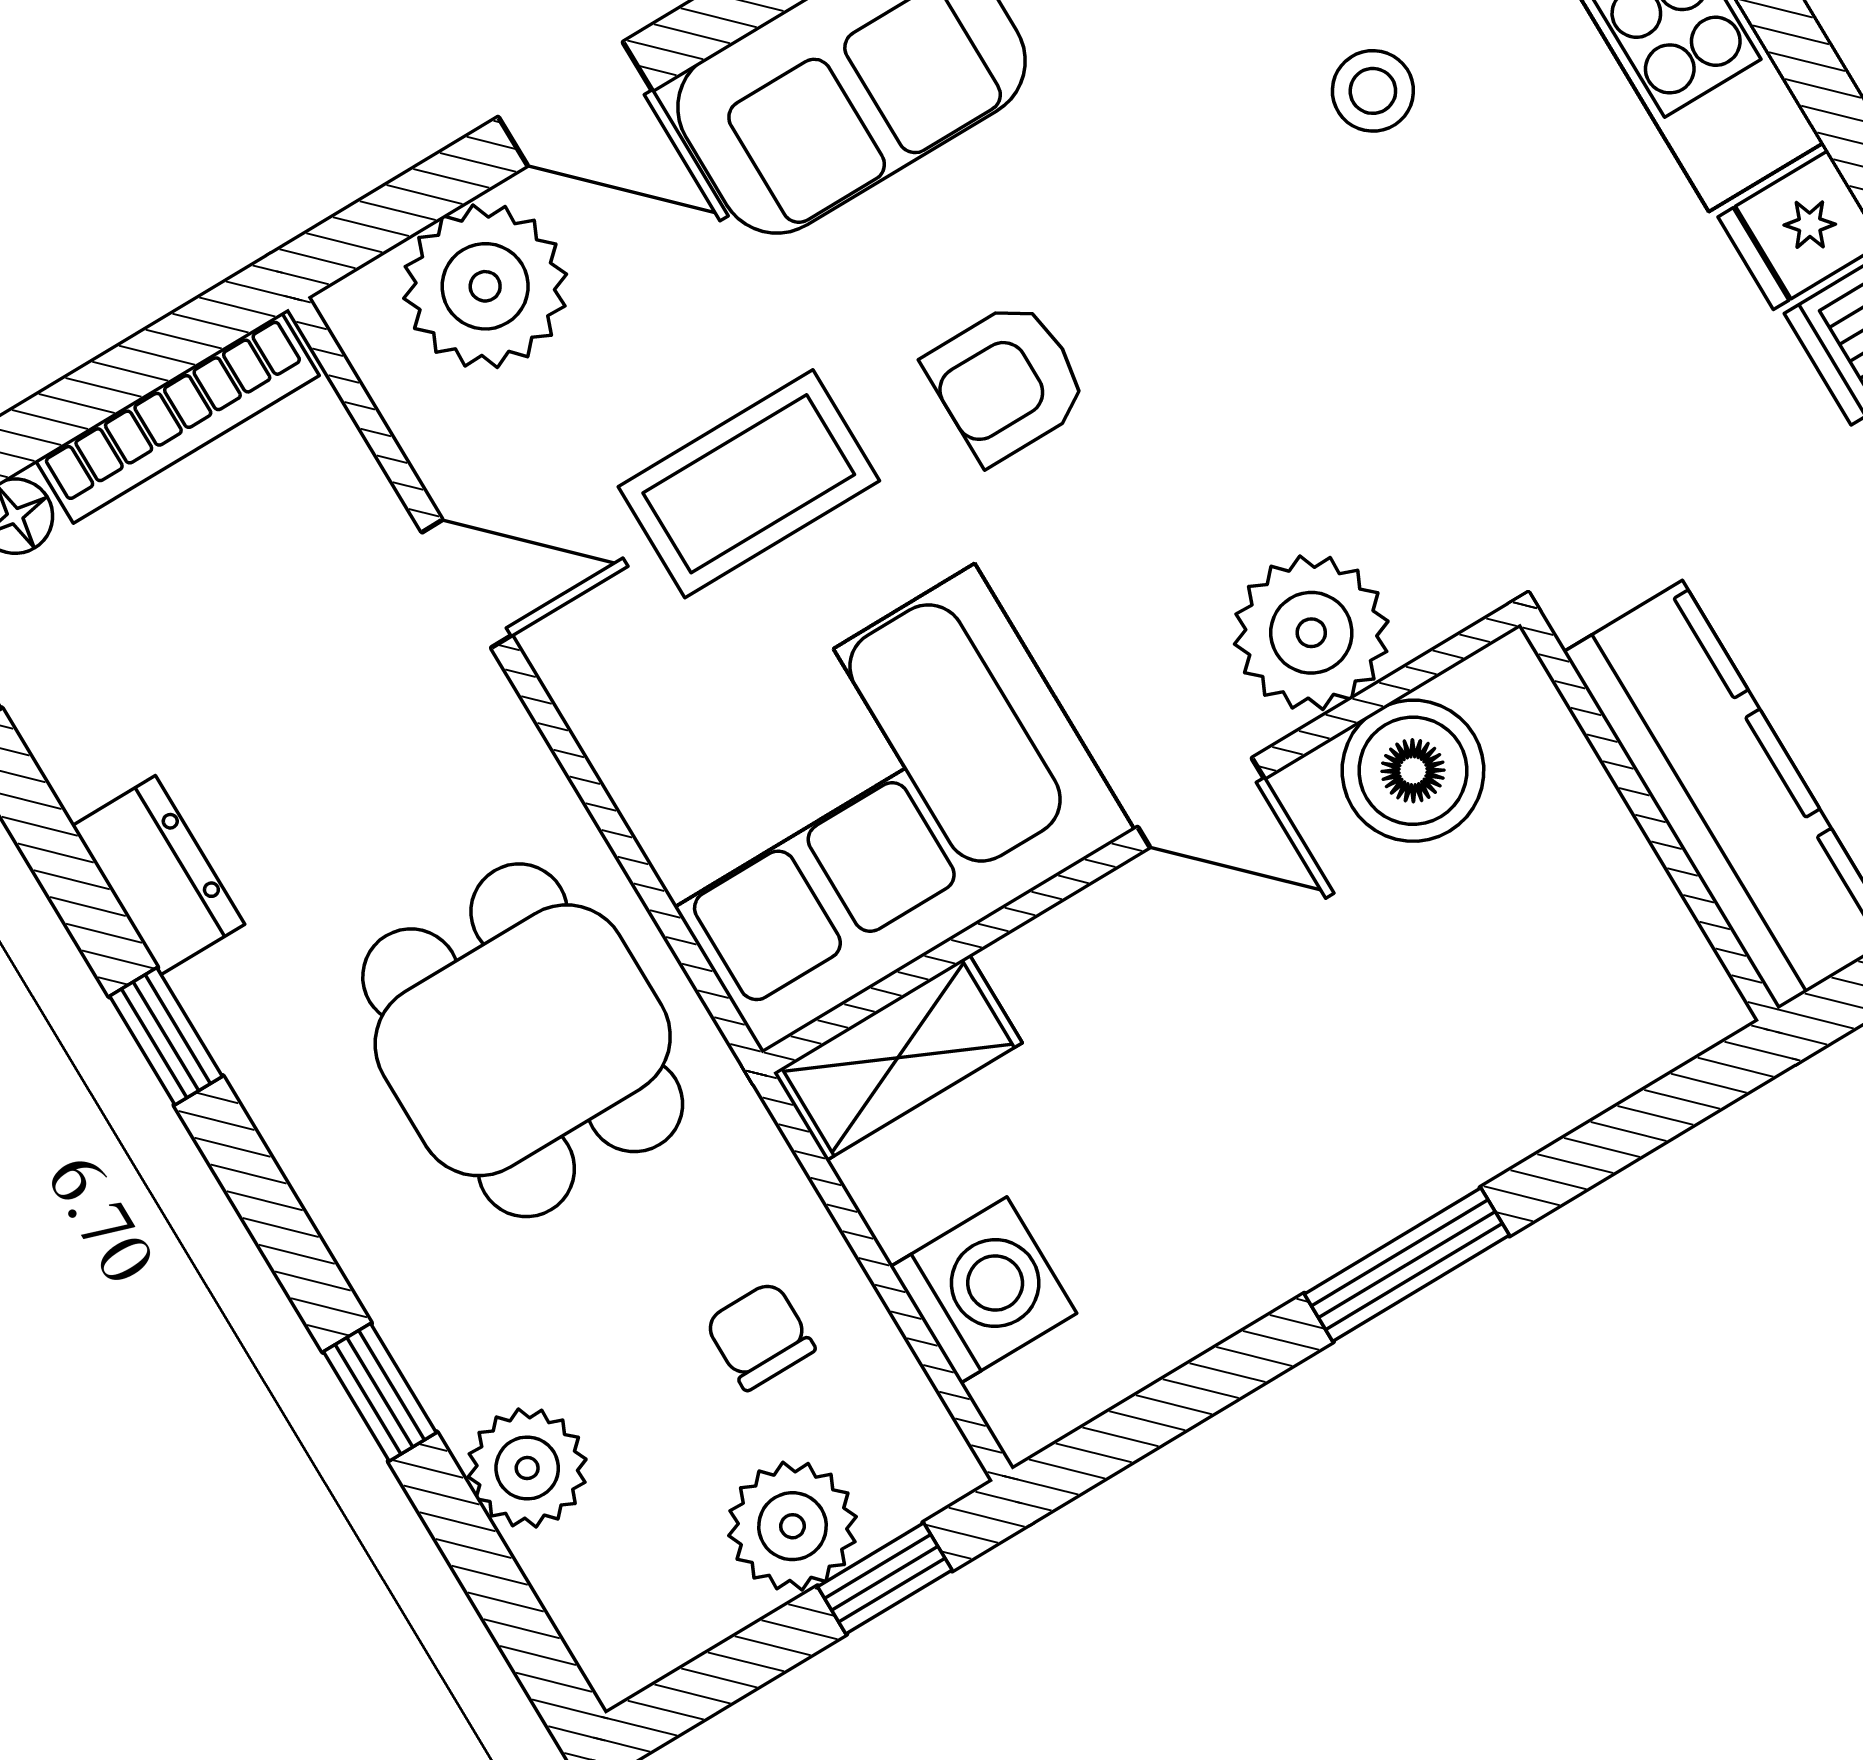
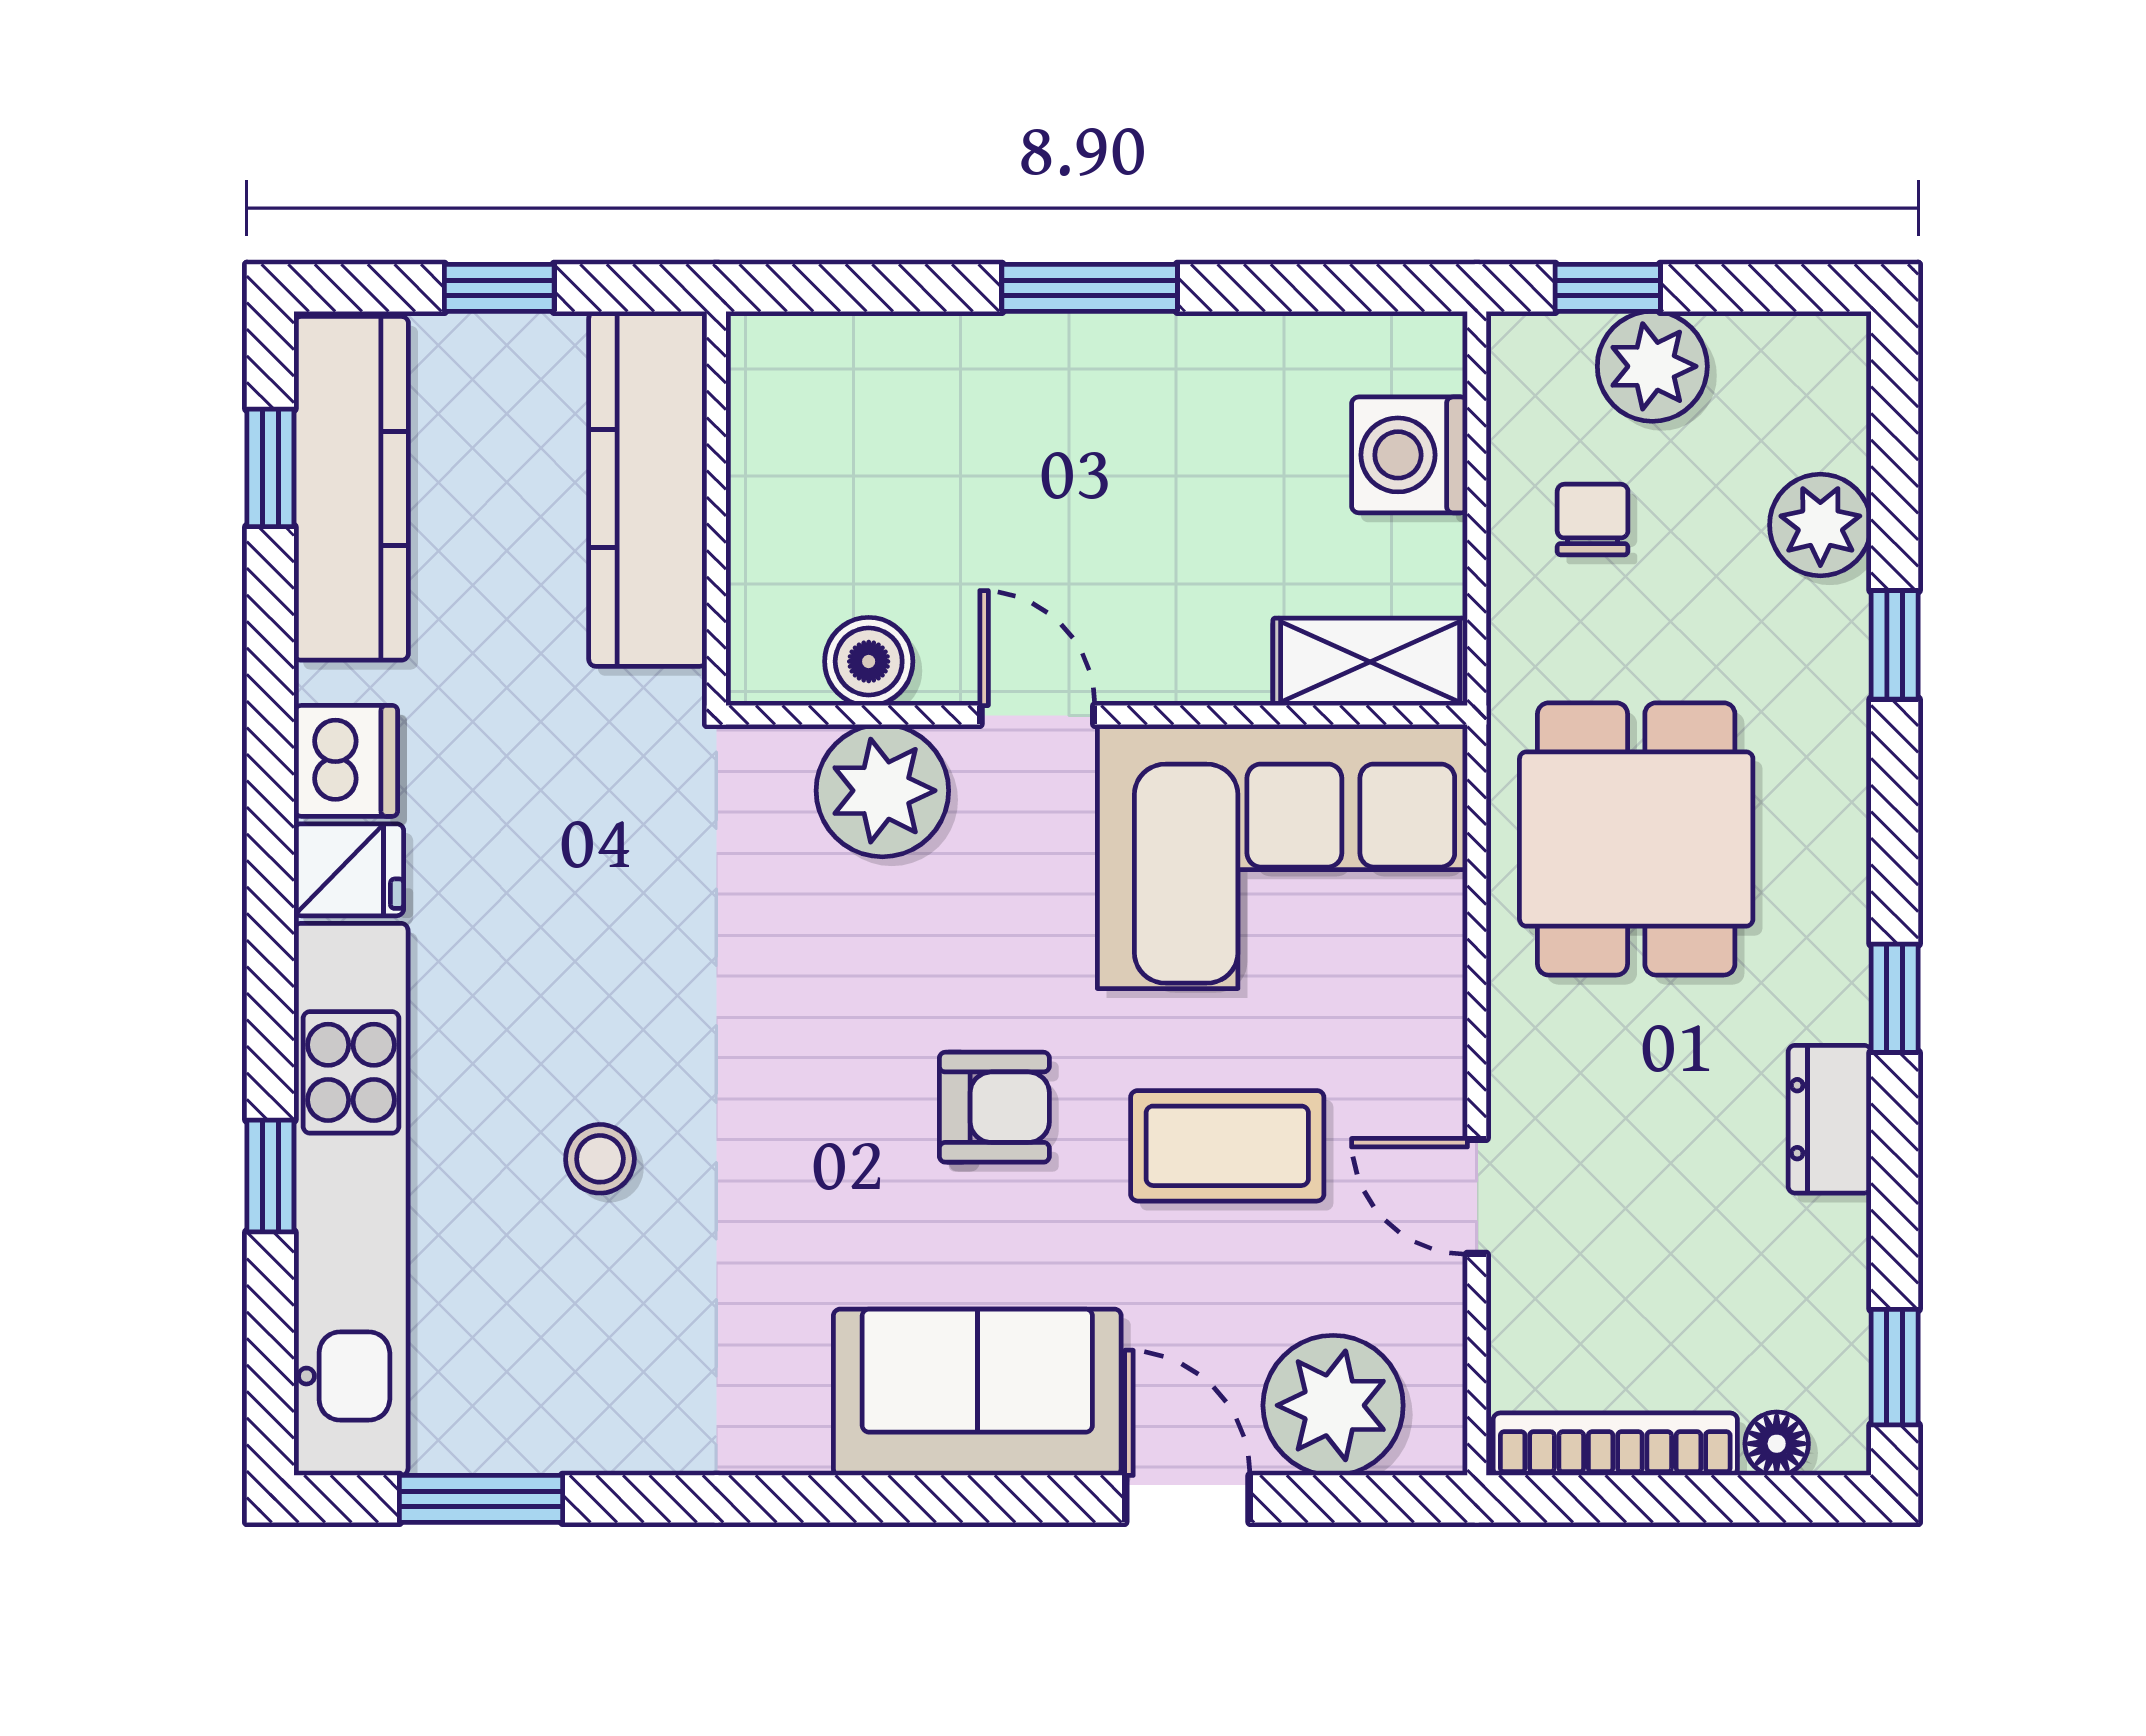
boiler: (1413, 771) -> (869, 661), width x0.73, depth x0.73
chair: (760, 1336) -> (1593, 520), turned 180

